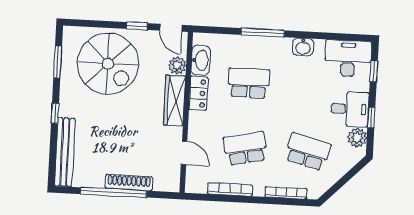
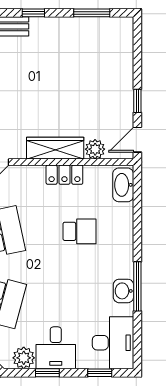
window: (263, 33) -> (137, 286), moved
washbasin: (201, 60) -> (123, 185), moved, turned 90
spiral stairs: (108, 64) -> (93, 70), removed
school desk: (249, 83) -> (80, 231), width x0.54

